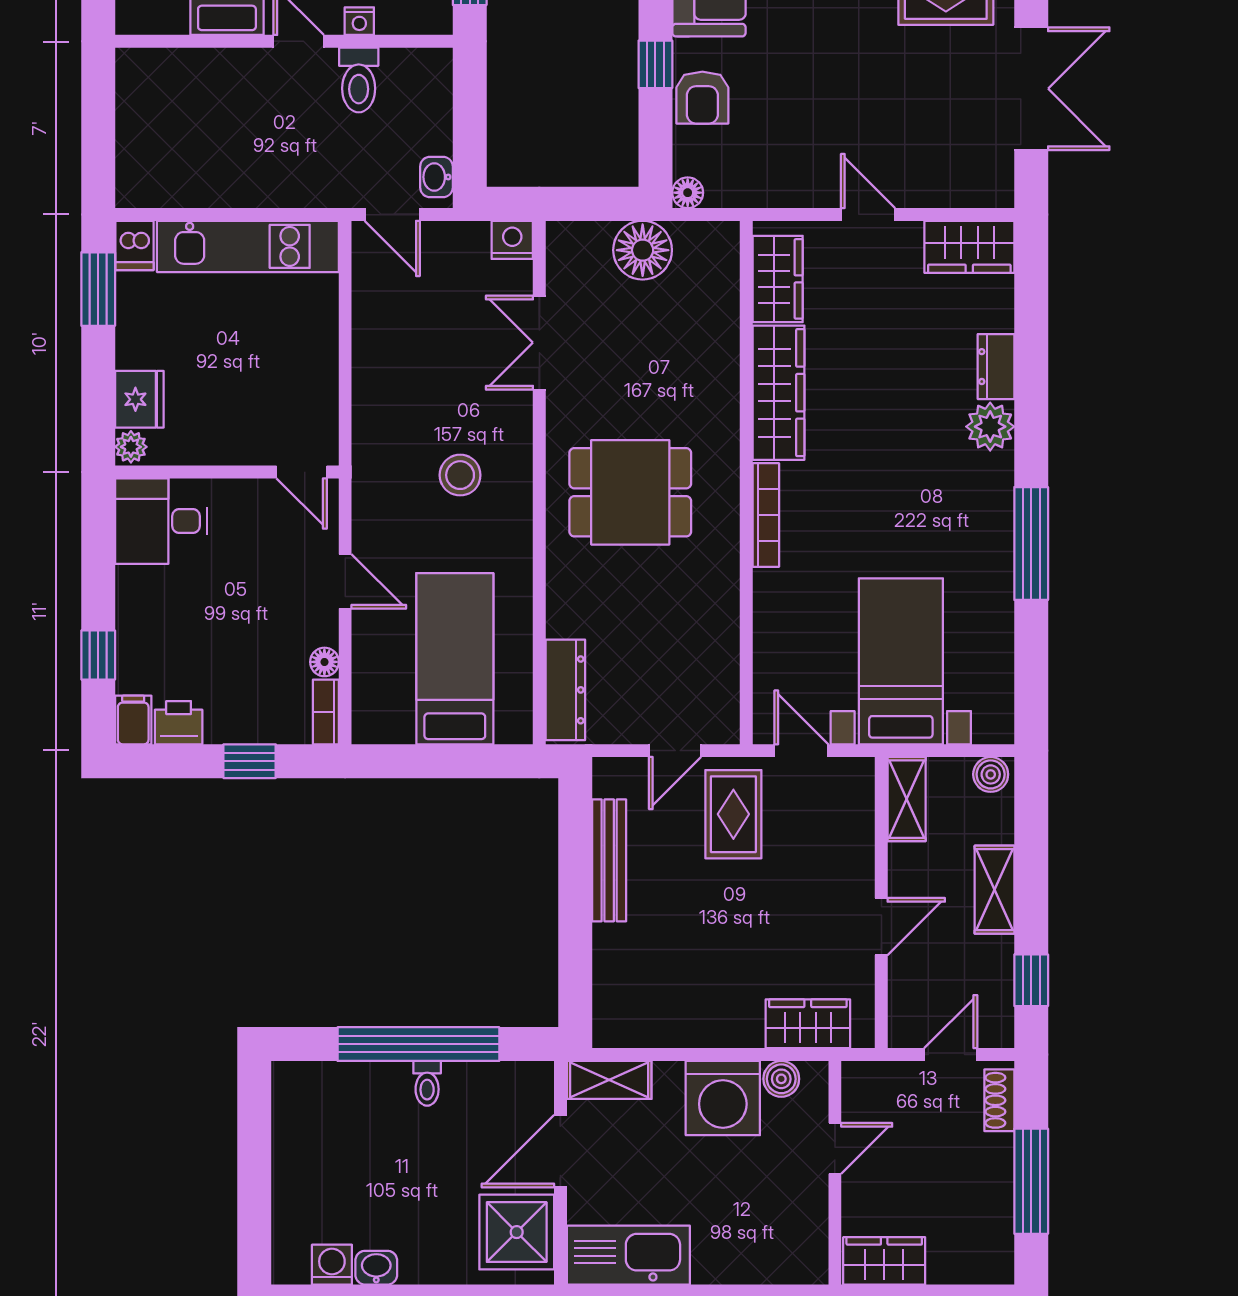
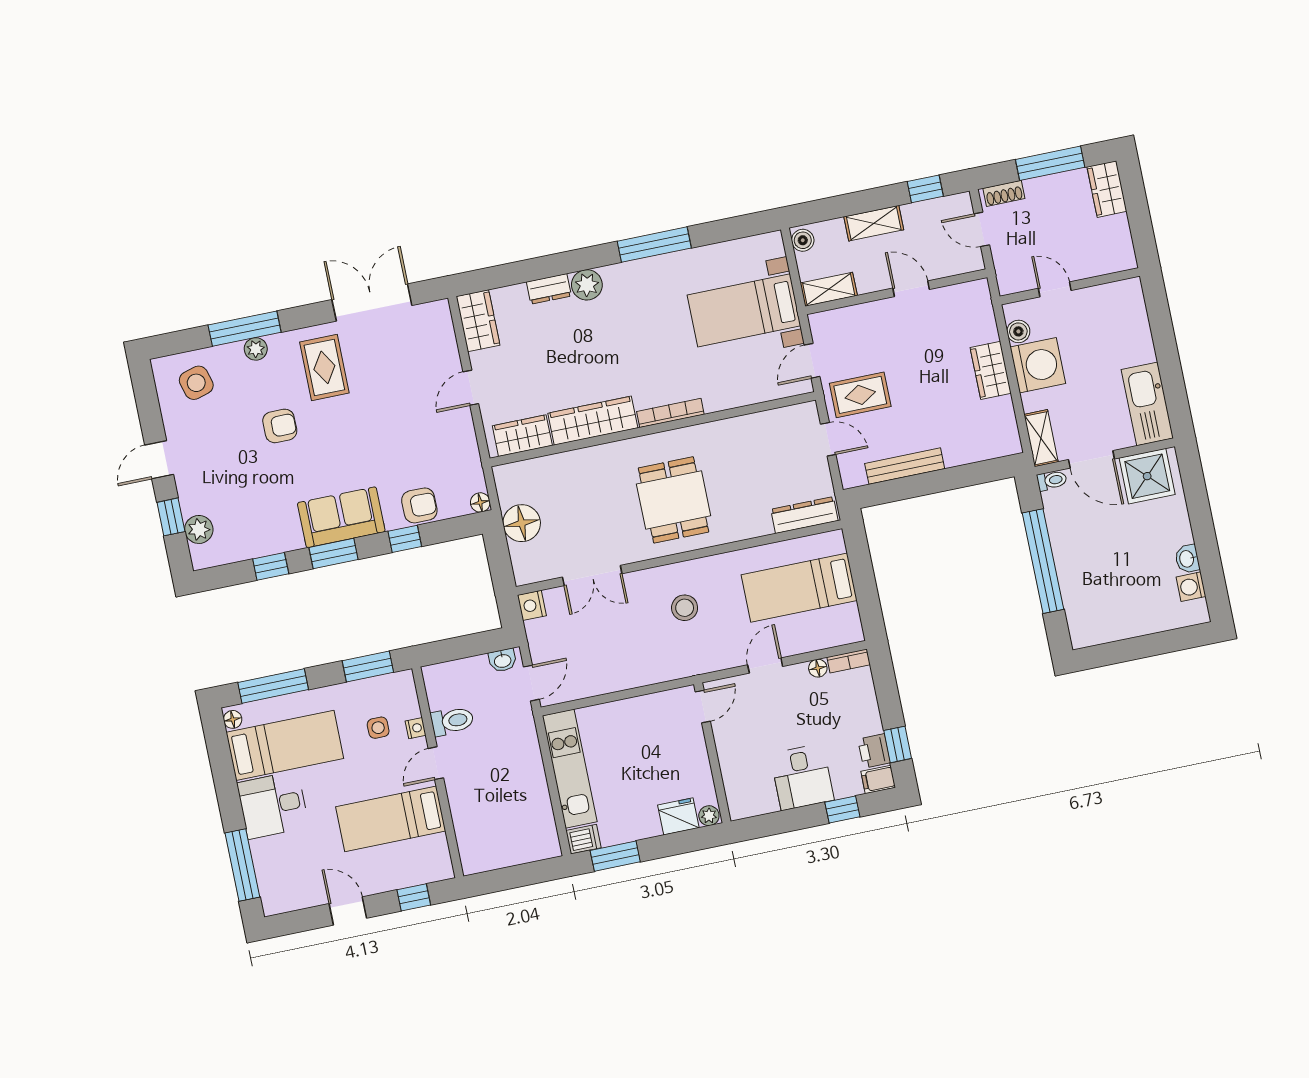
desk: (161, 521) -> (802, 777), moved
window: (250, 761) -> (898, 744), moved
wardrobe: (808, 1024) -> (991, 370), moved
toilet: (427, 1083) -> (1052, 480), moved
wardrobe: (884, 1261) -> (1107, 189), moved

